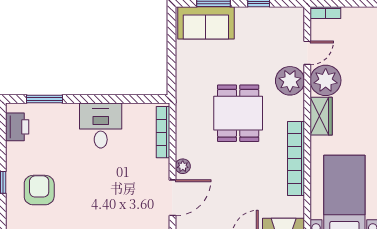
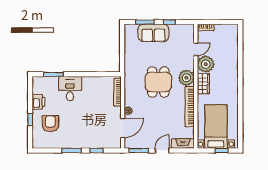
sofa: (206, 23) -> (153, 33), moved
plant: (290, 81) -> (186, 78), moved
desk: (101, 125) -> (70, 89), moved
printer: (17, 127) -> (38, 102), moved

